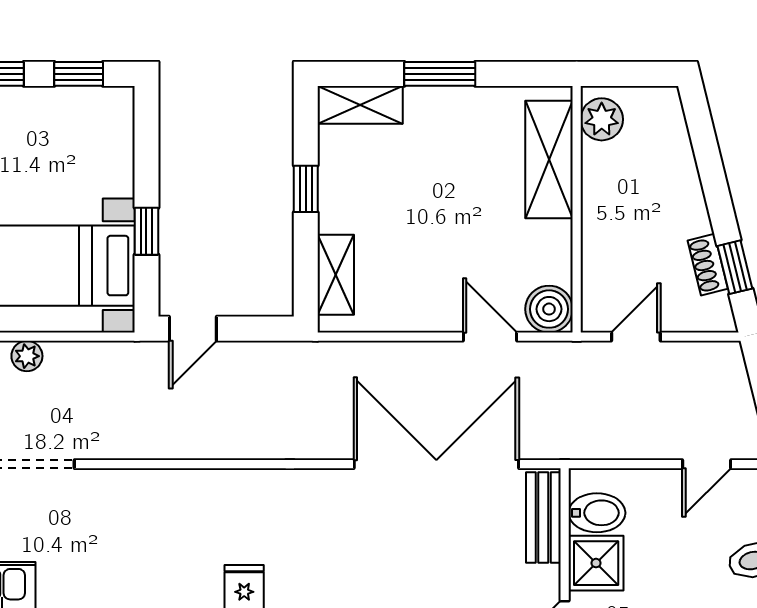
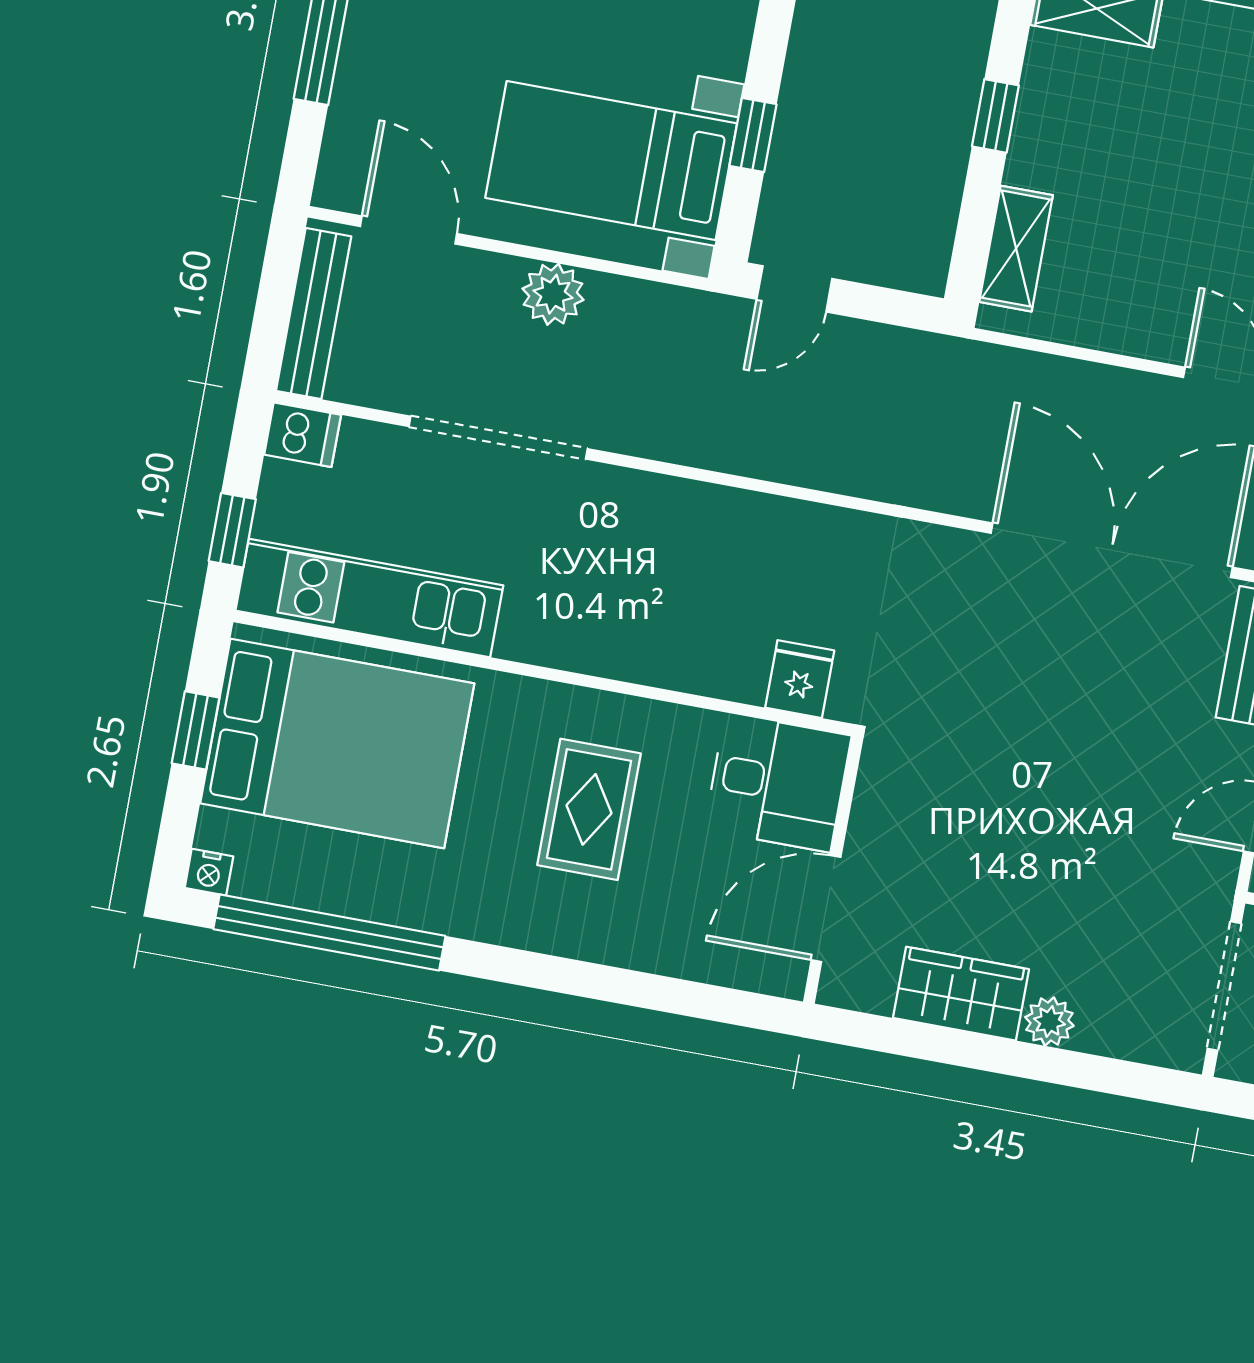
plant: (27, 356) -> (553, 294), width x1.38, depth x1.38

